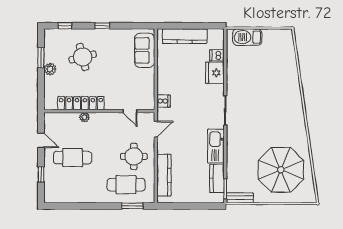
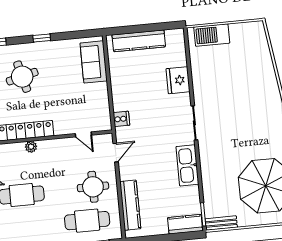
dishwasher: (217, 55) -> (178, 60), removed
kitchen counter: (217, 178) -> (185, 224), moved, turned 90

